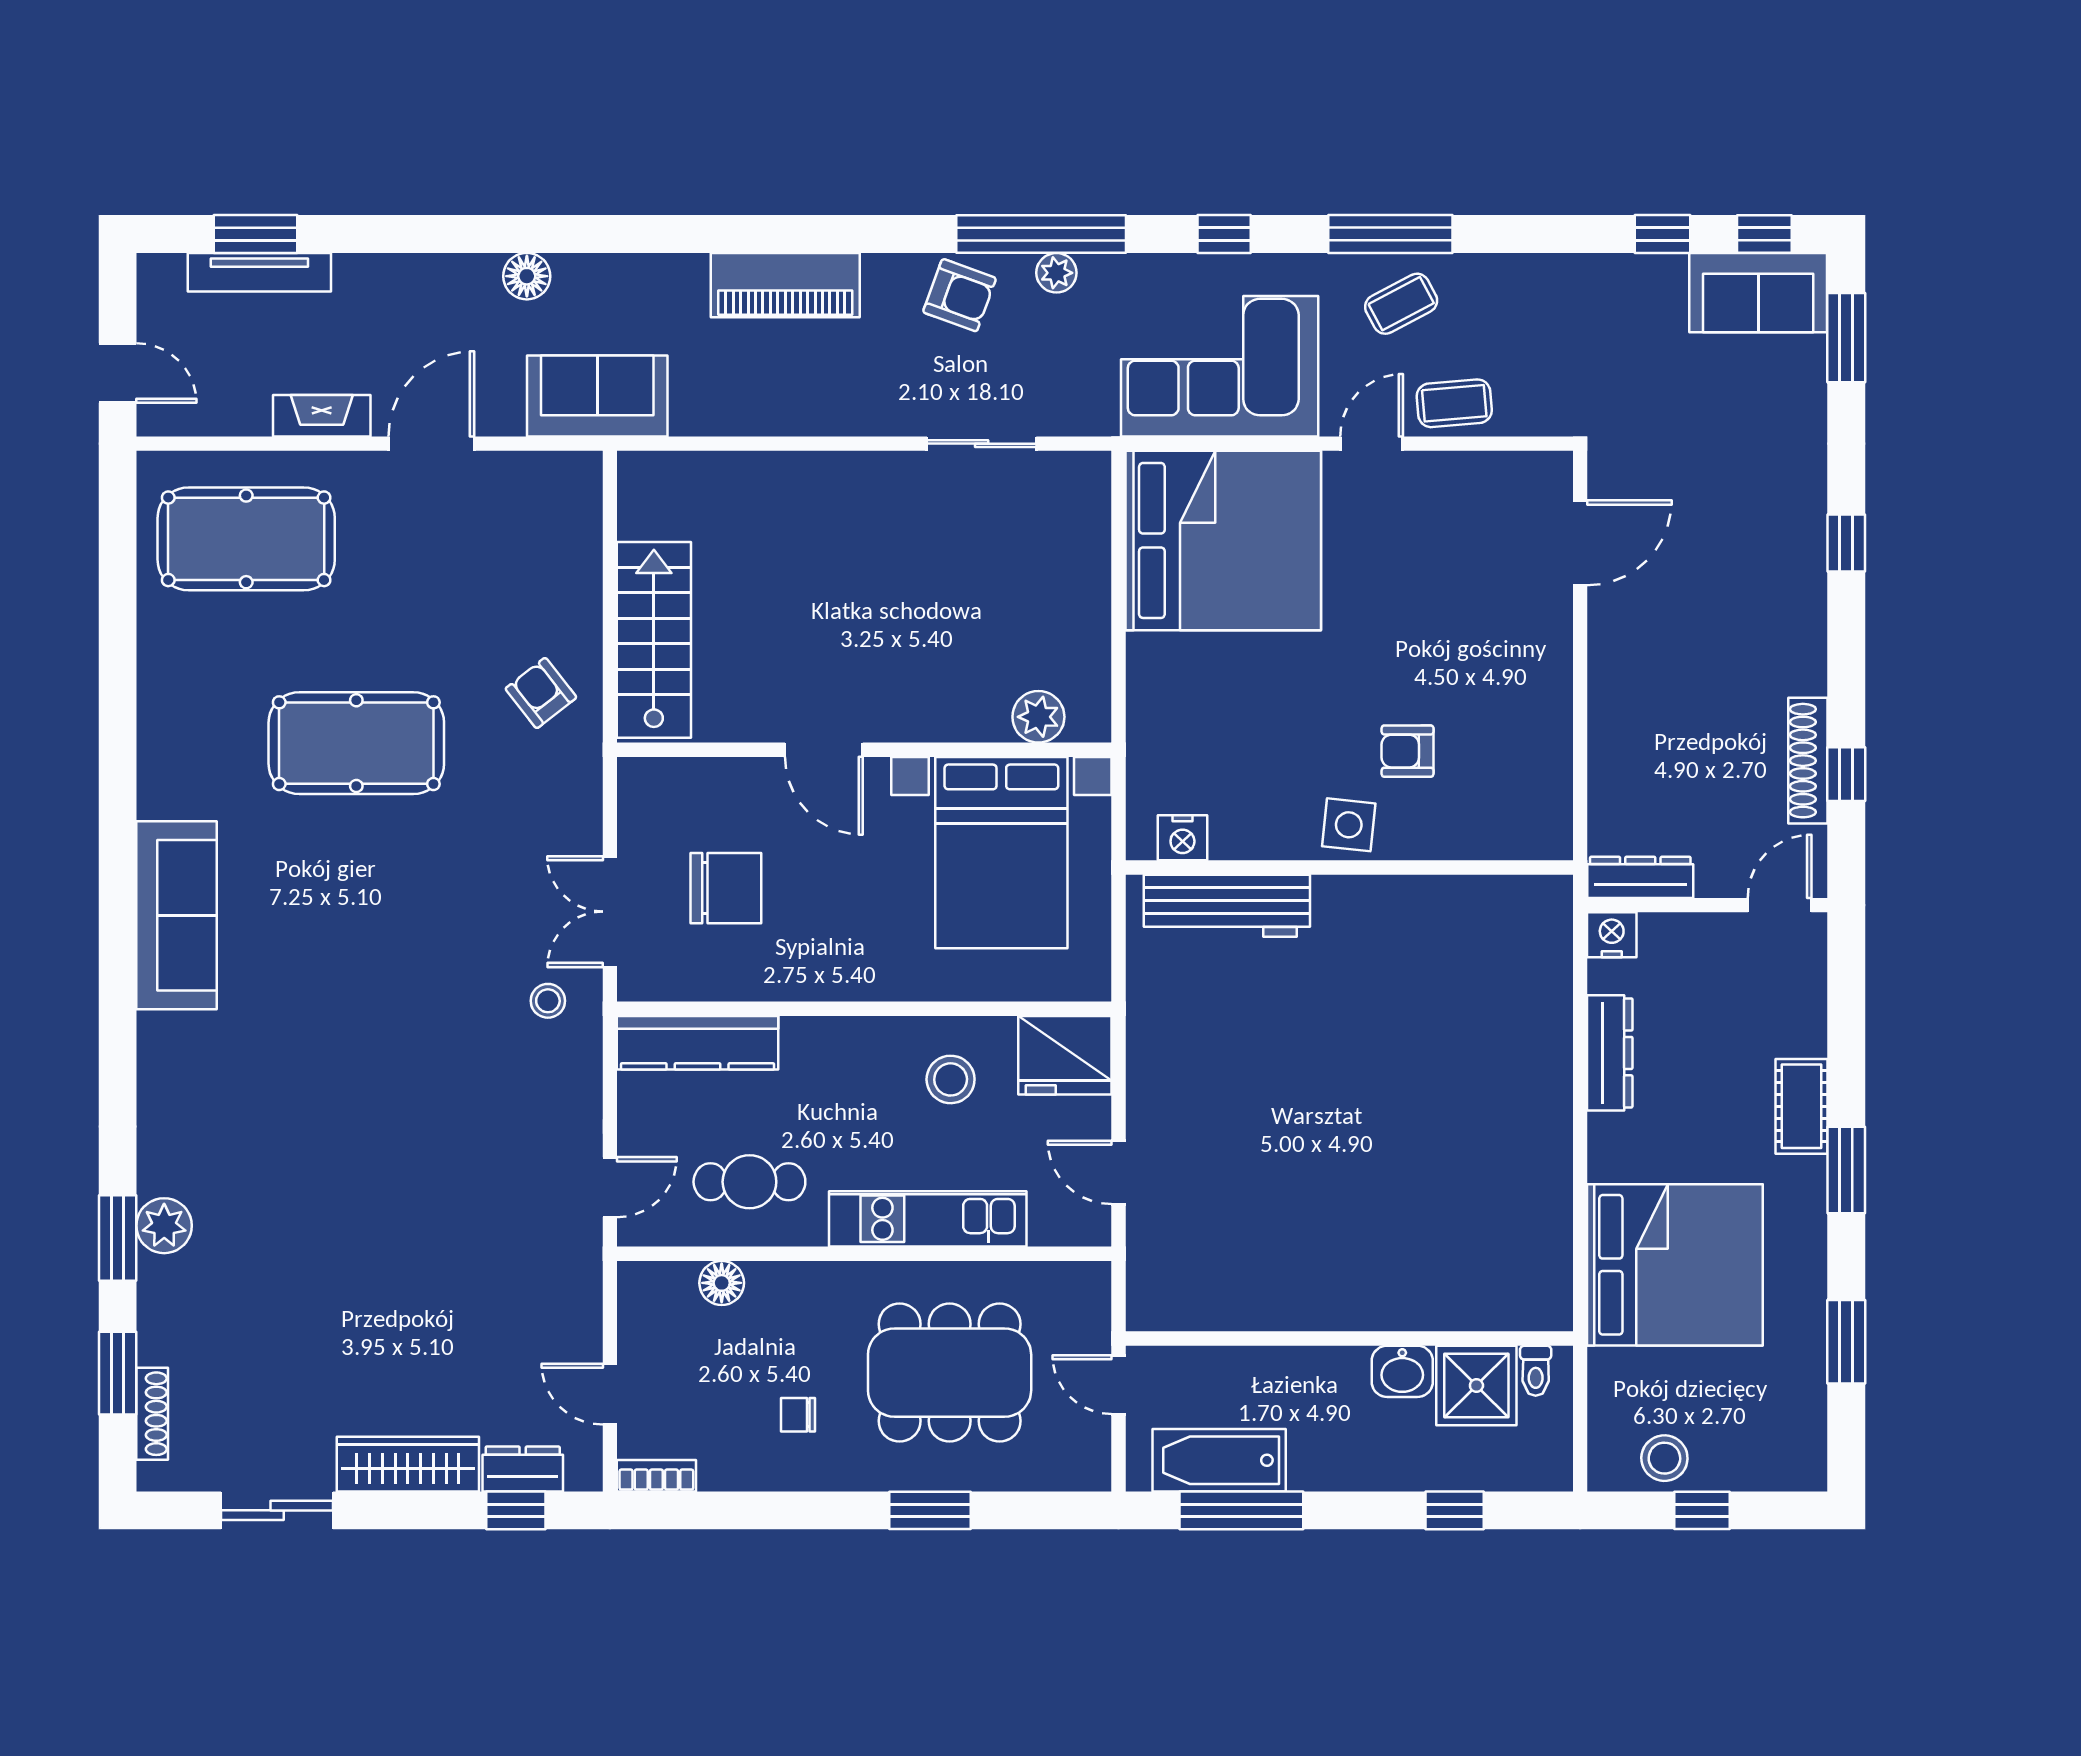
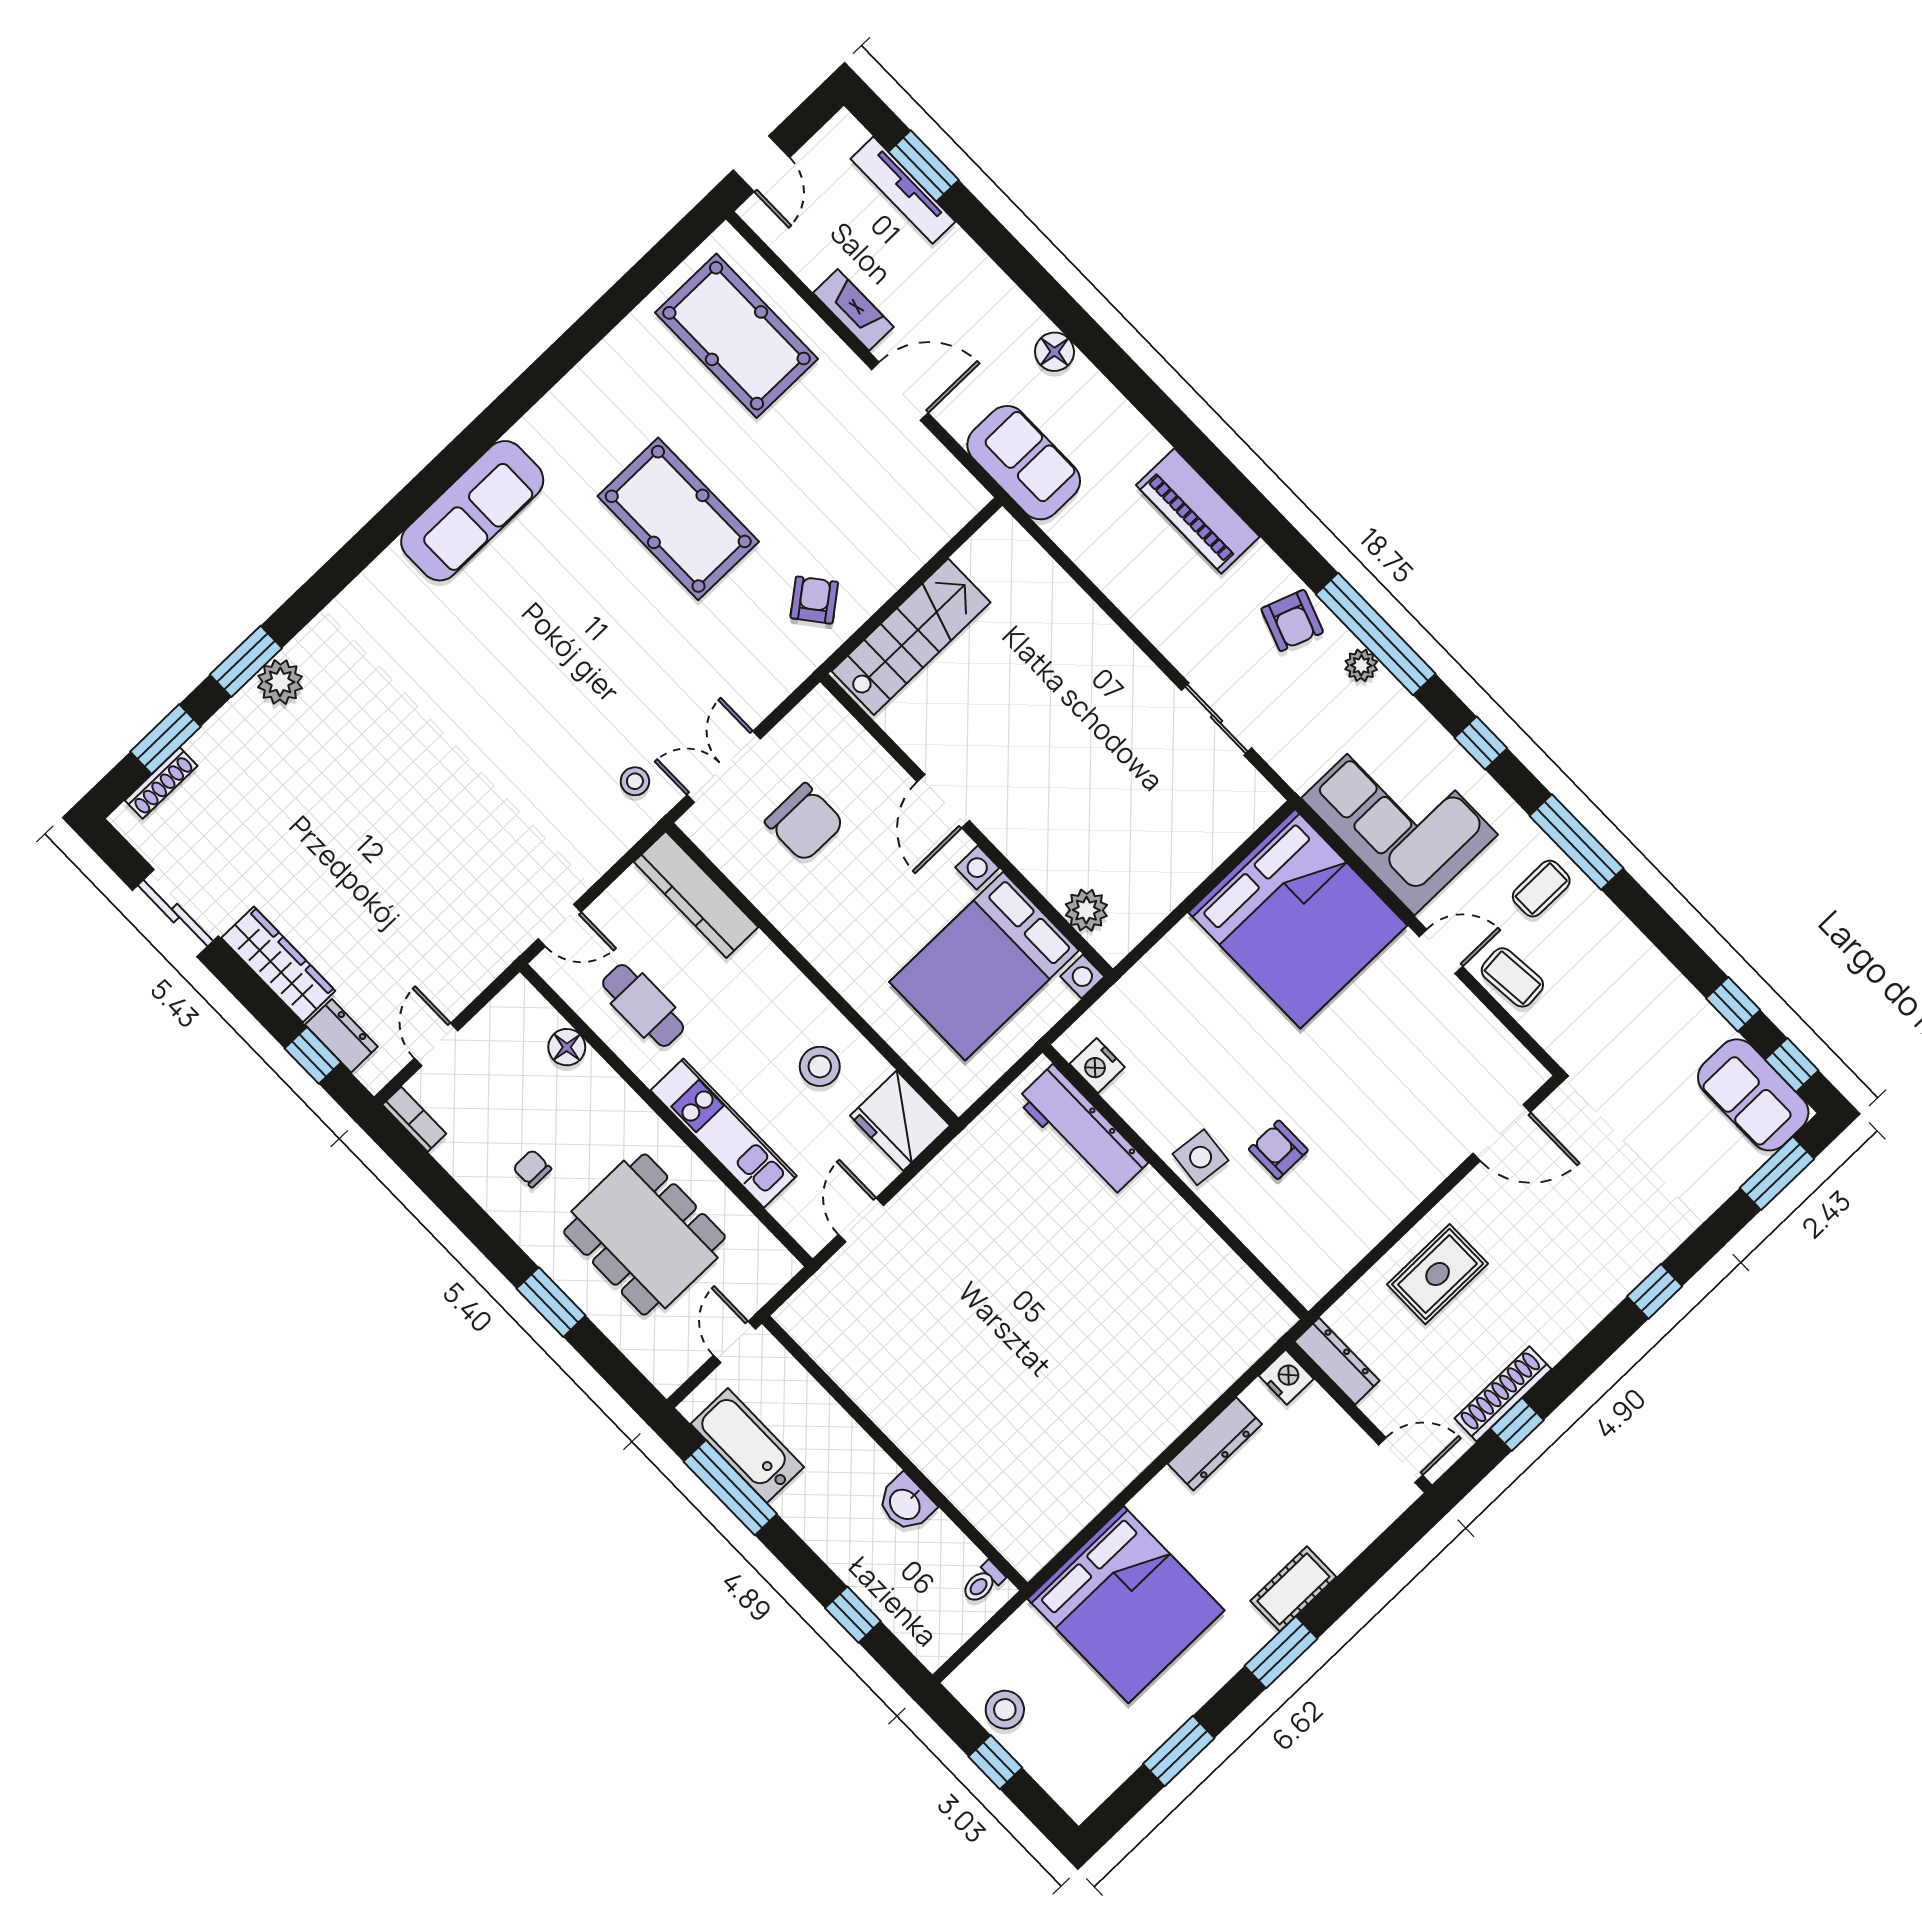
coffee table: (1401, 304) -> (1541, 889), turned -62
rug: (1649, 717) -> (1438, 1274), added
shower: (1476, 1386) -> (940, 1556), removed

